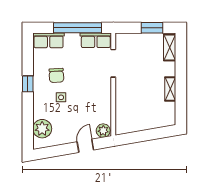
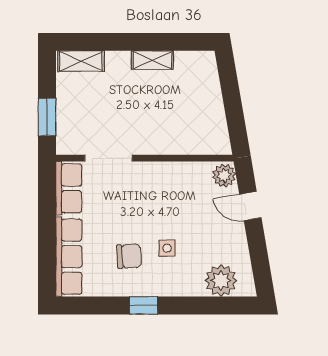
window: (77, 28) -> (47, 220), removed
window: (152, 28) -> (47, 117), moved
row of seats: (49, 40) -> (69, 257), width x1.48

